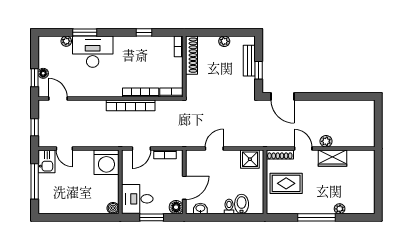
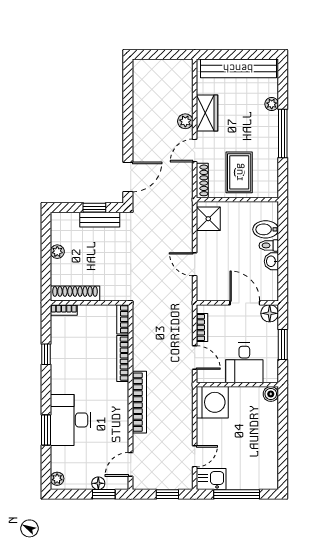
plant: (66, 41) -> (57, 479), moved
bench: (249, 61) -> (100, 220), moved
bookcase: (131, 105) -> (139, 402), moved
bench: (367, 183) -> (238, 68), added
desk: (137, 199) -> (244, 363), moved
washbasin: (200, 209) -> (271, 261), moved

